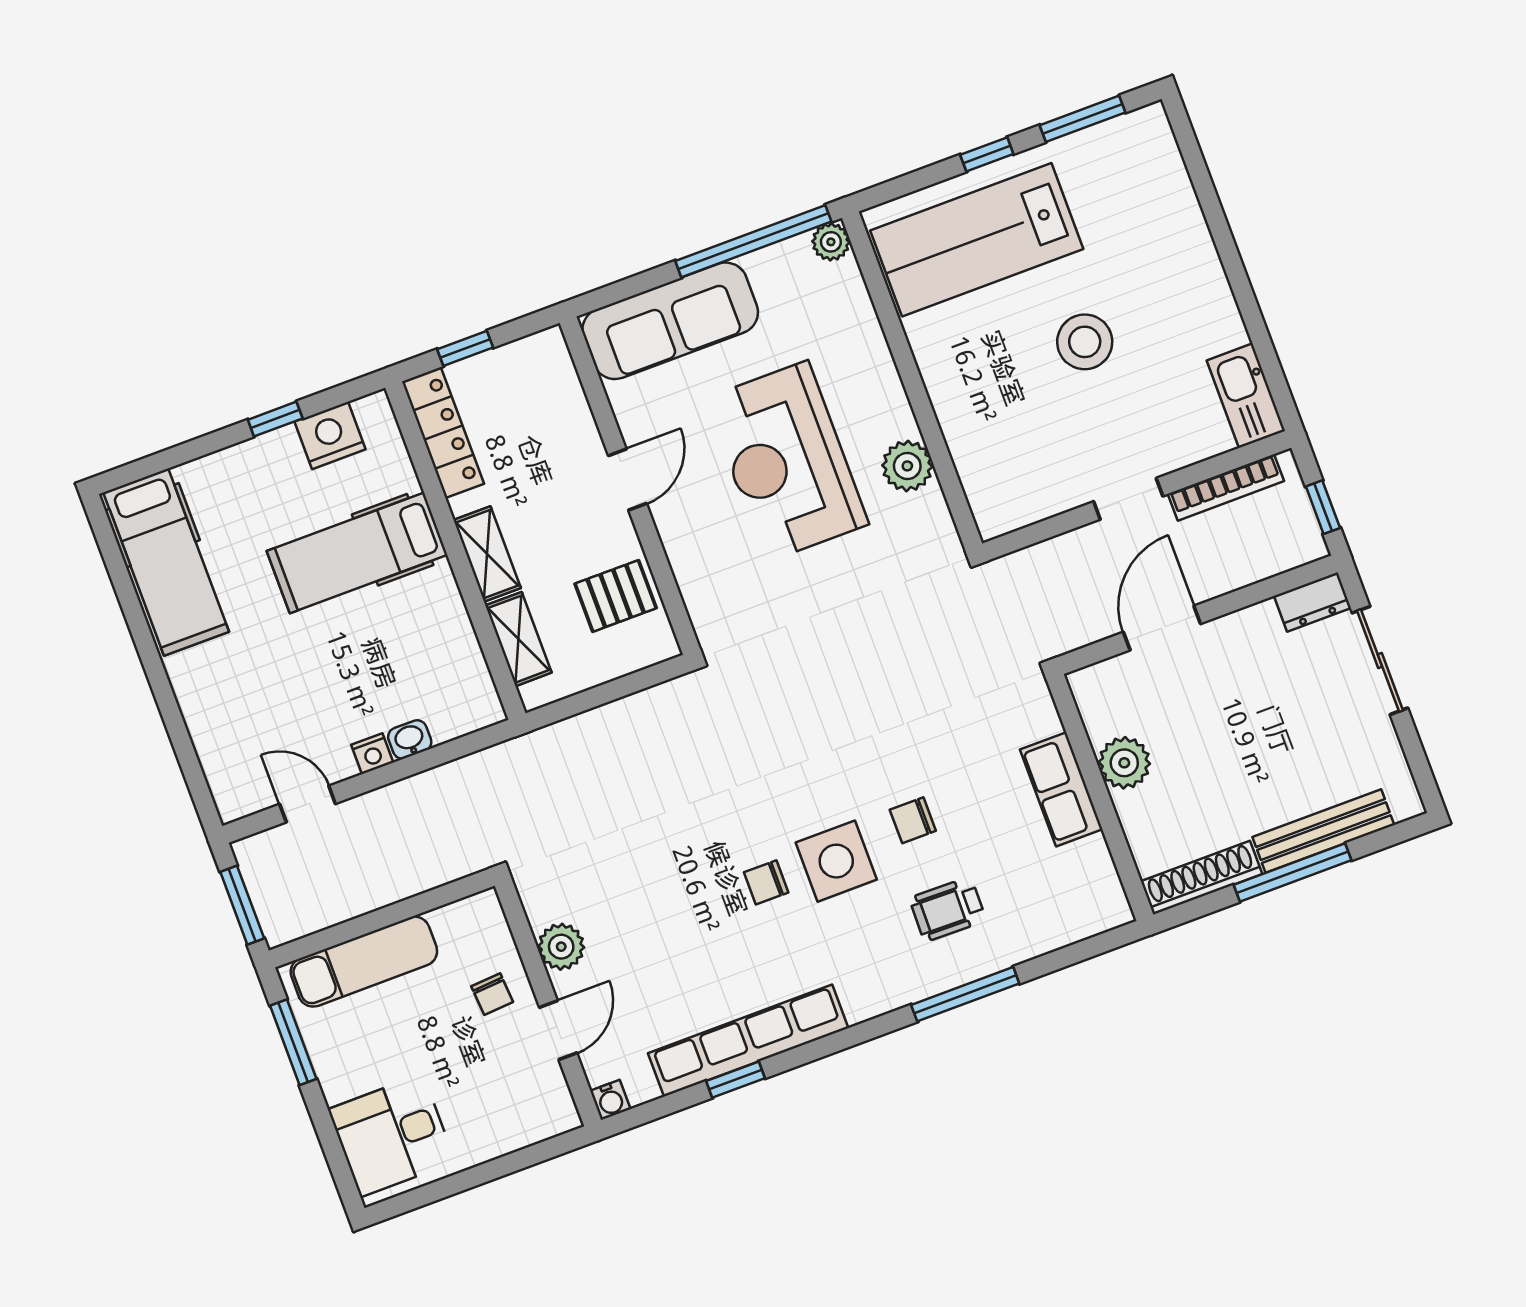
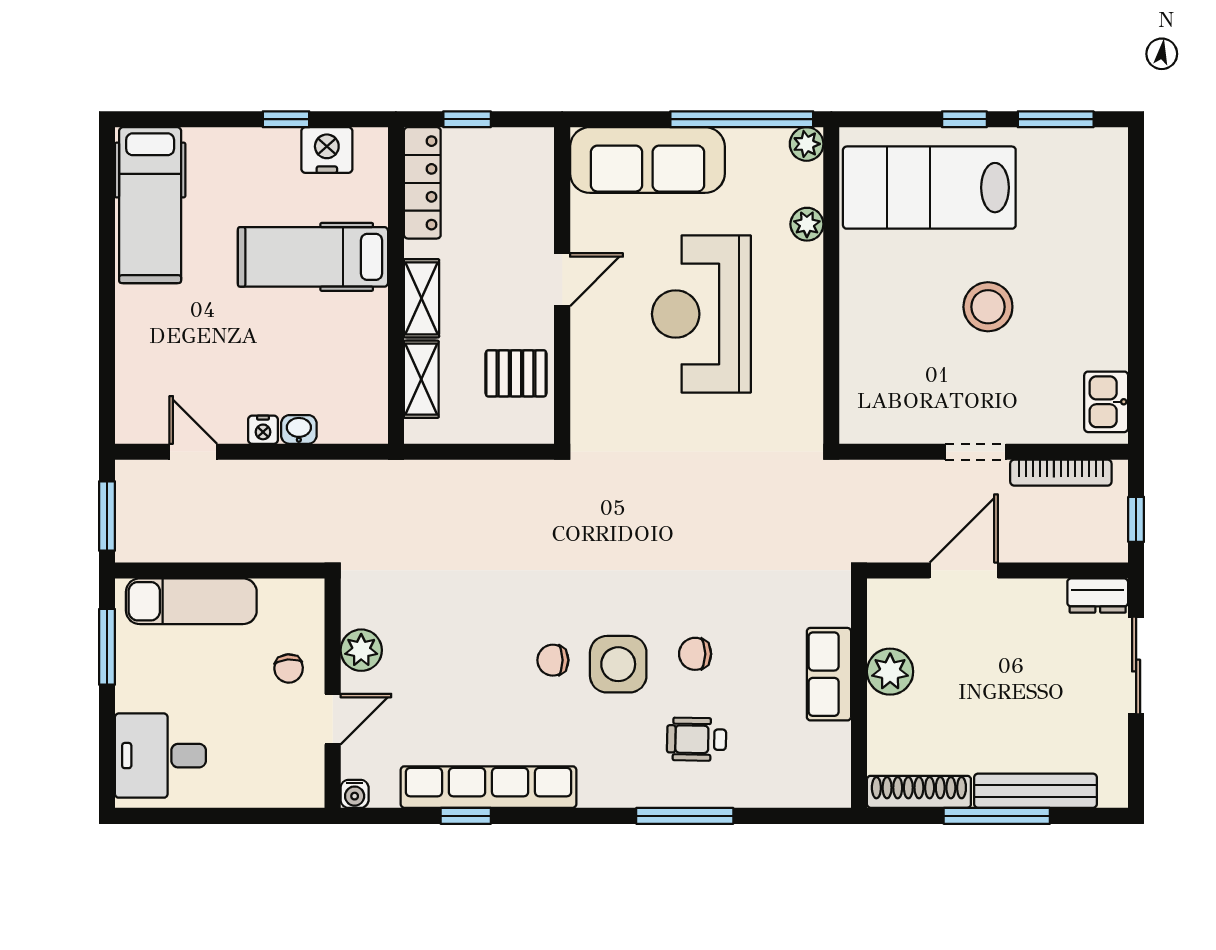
kitchen sink: (1246, 395) -> (1106, 402), width x0.73
plant: (907, 466) -> (807, 224), moved, width x0.73, depth x0.73

